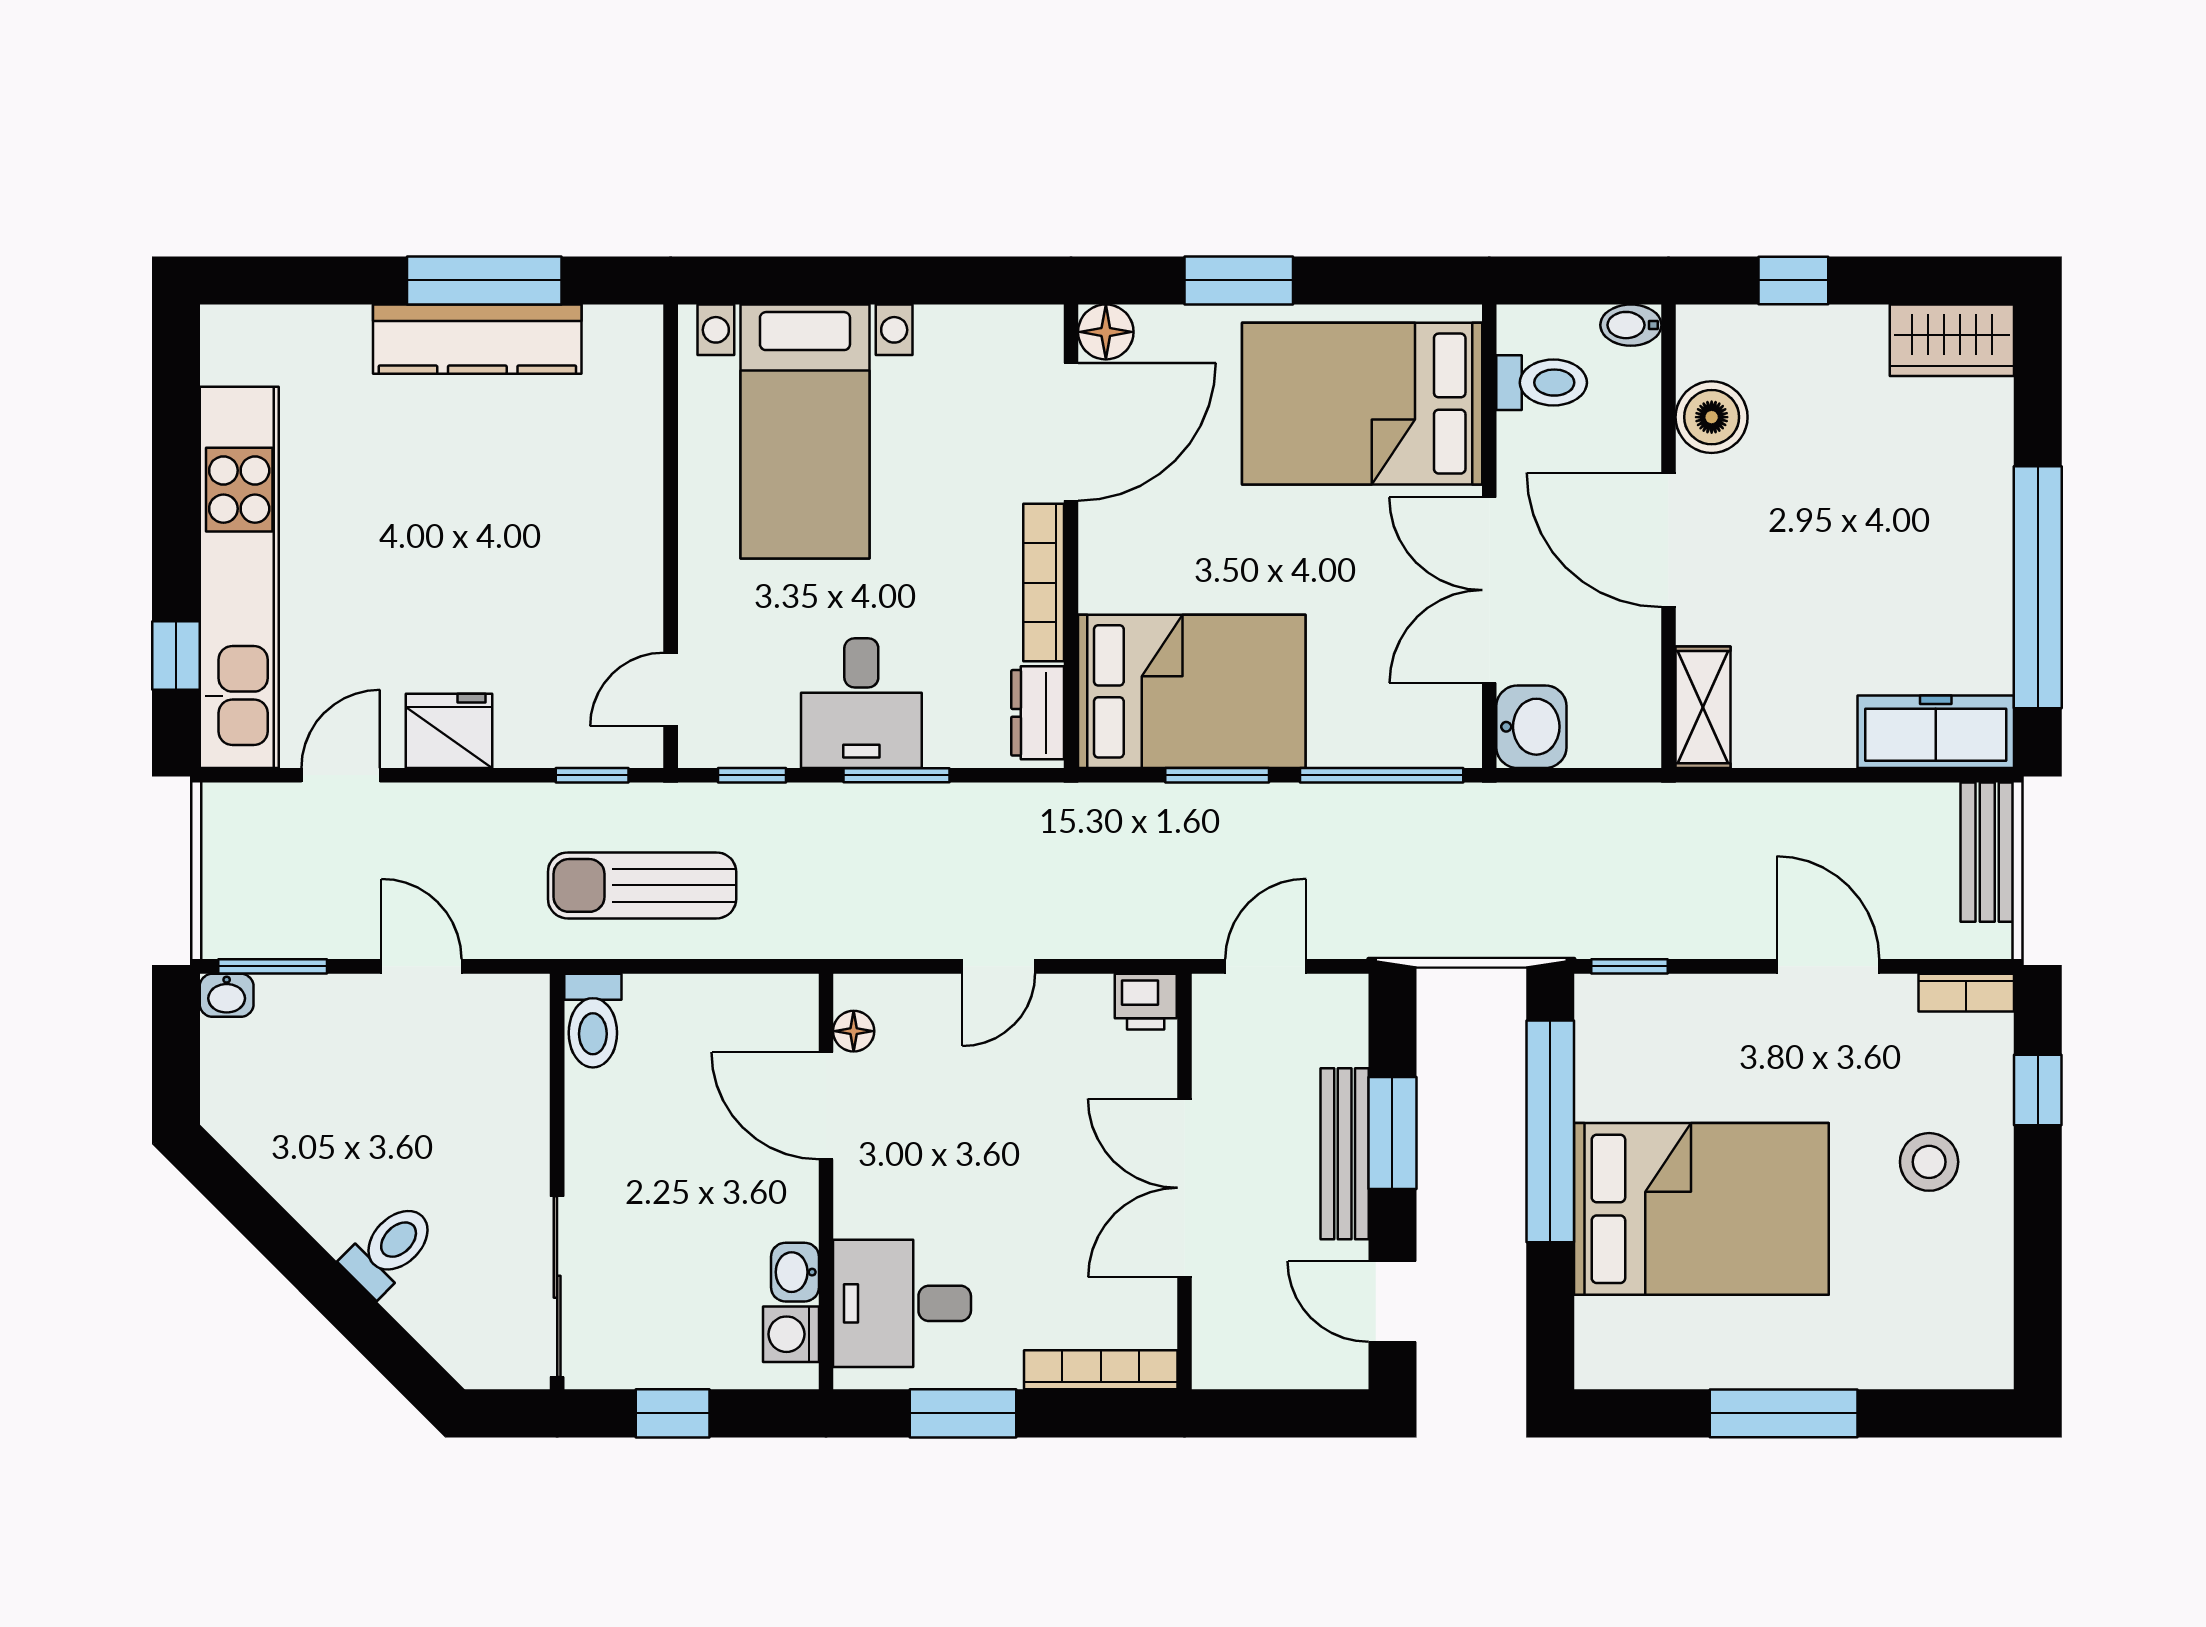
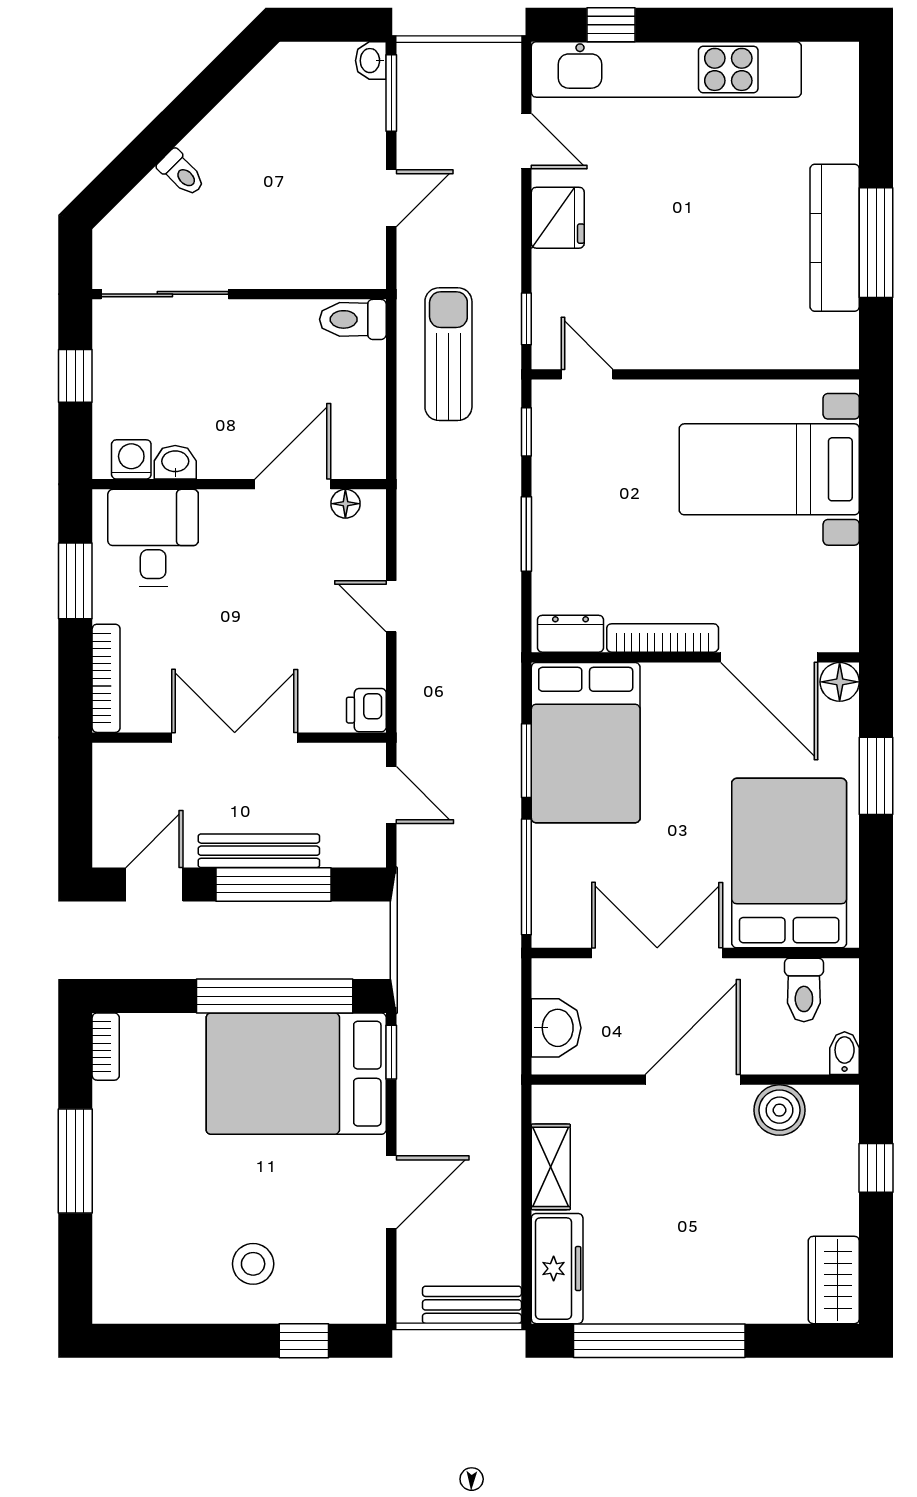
desk: (861, 703) -> (577, 509), removed
shelving: (1703, 707) -> (551, 1167), moved, turned 90
washbasin: (1531, 727) -> (556, 1028), moved, turned -90
bookcase: (1966, 993) -> (106, 1047), moved, turned 180
window: (1392, 1133) -> (273, 885), width x1.44
bed: (1701, 1209) -> (296, 1074), moved, turned 90
toilet: (389, 1249) -> (181, 173), width x0.73, depth x0.72

